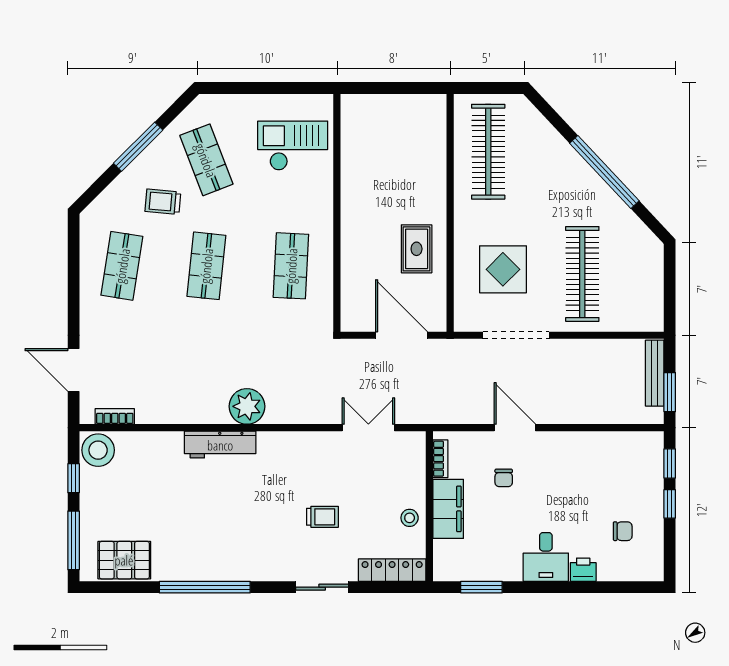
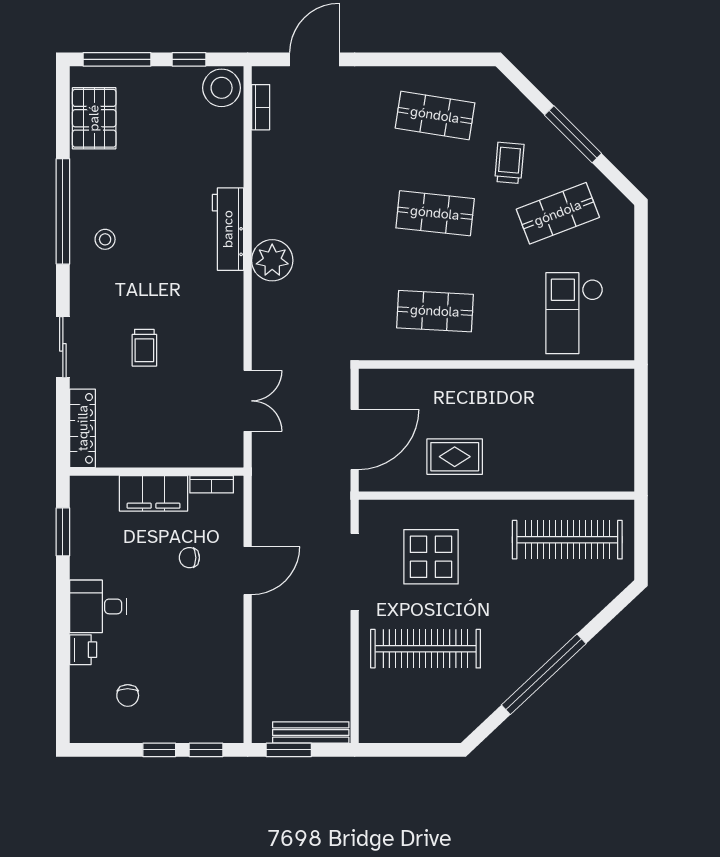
checkout: (293, 146) -> (574, 313), turned 180
stool: (410, 518) -> (105, 239), moved

